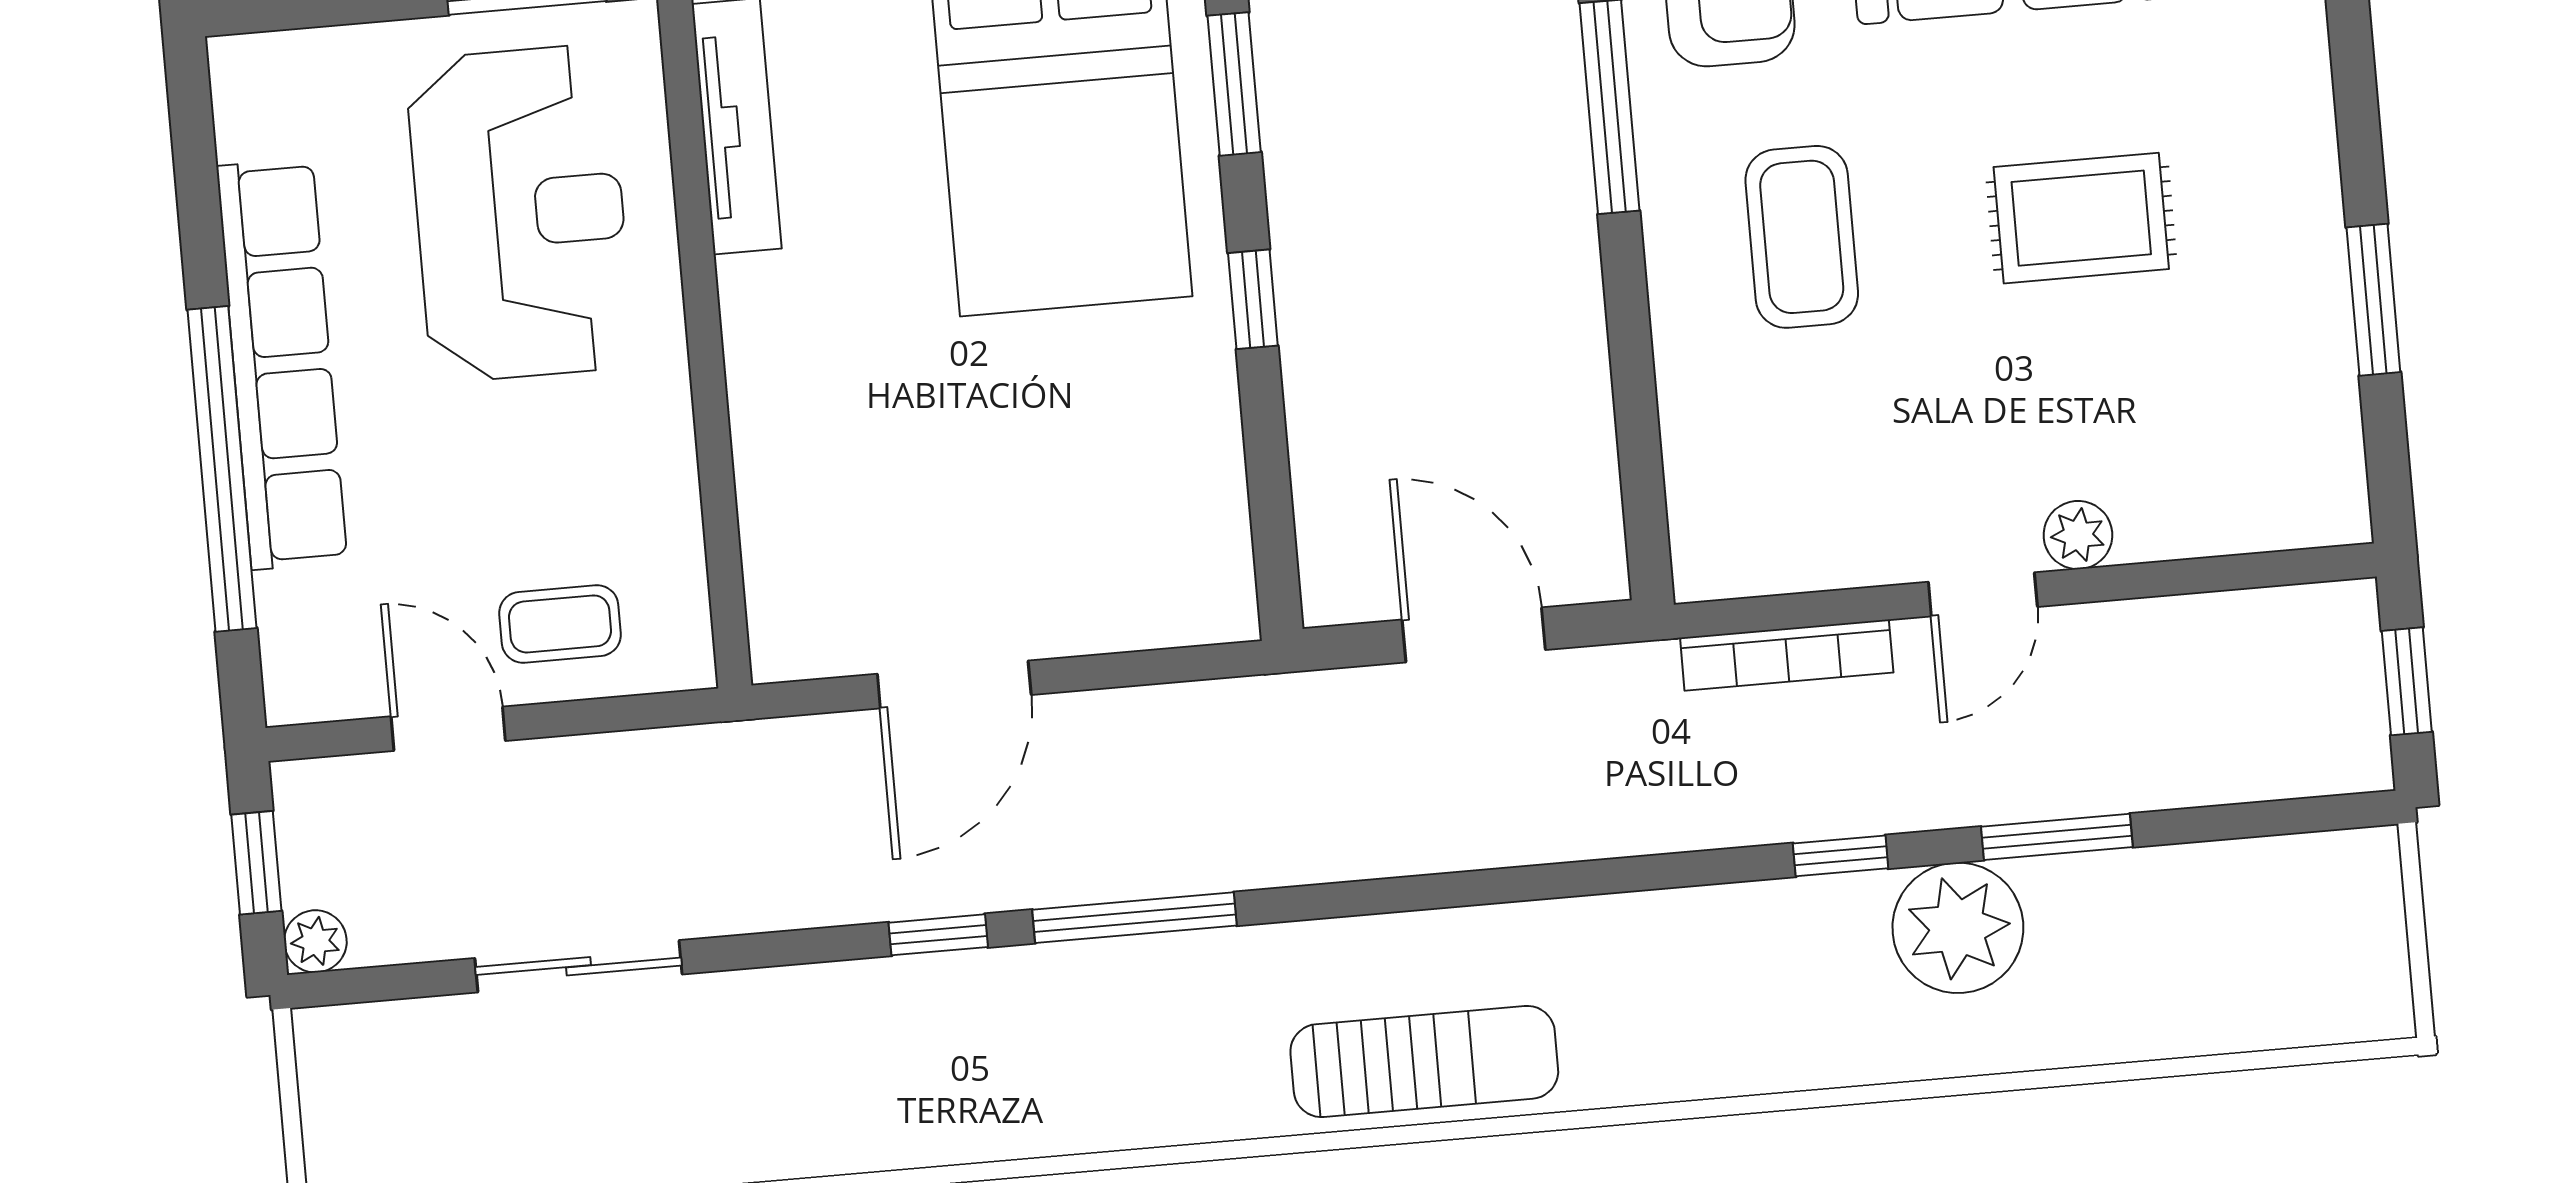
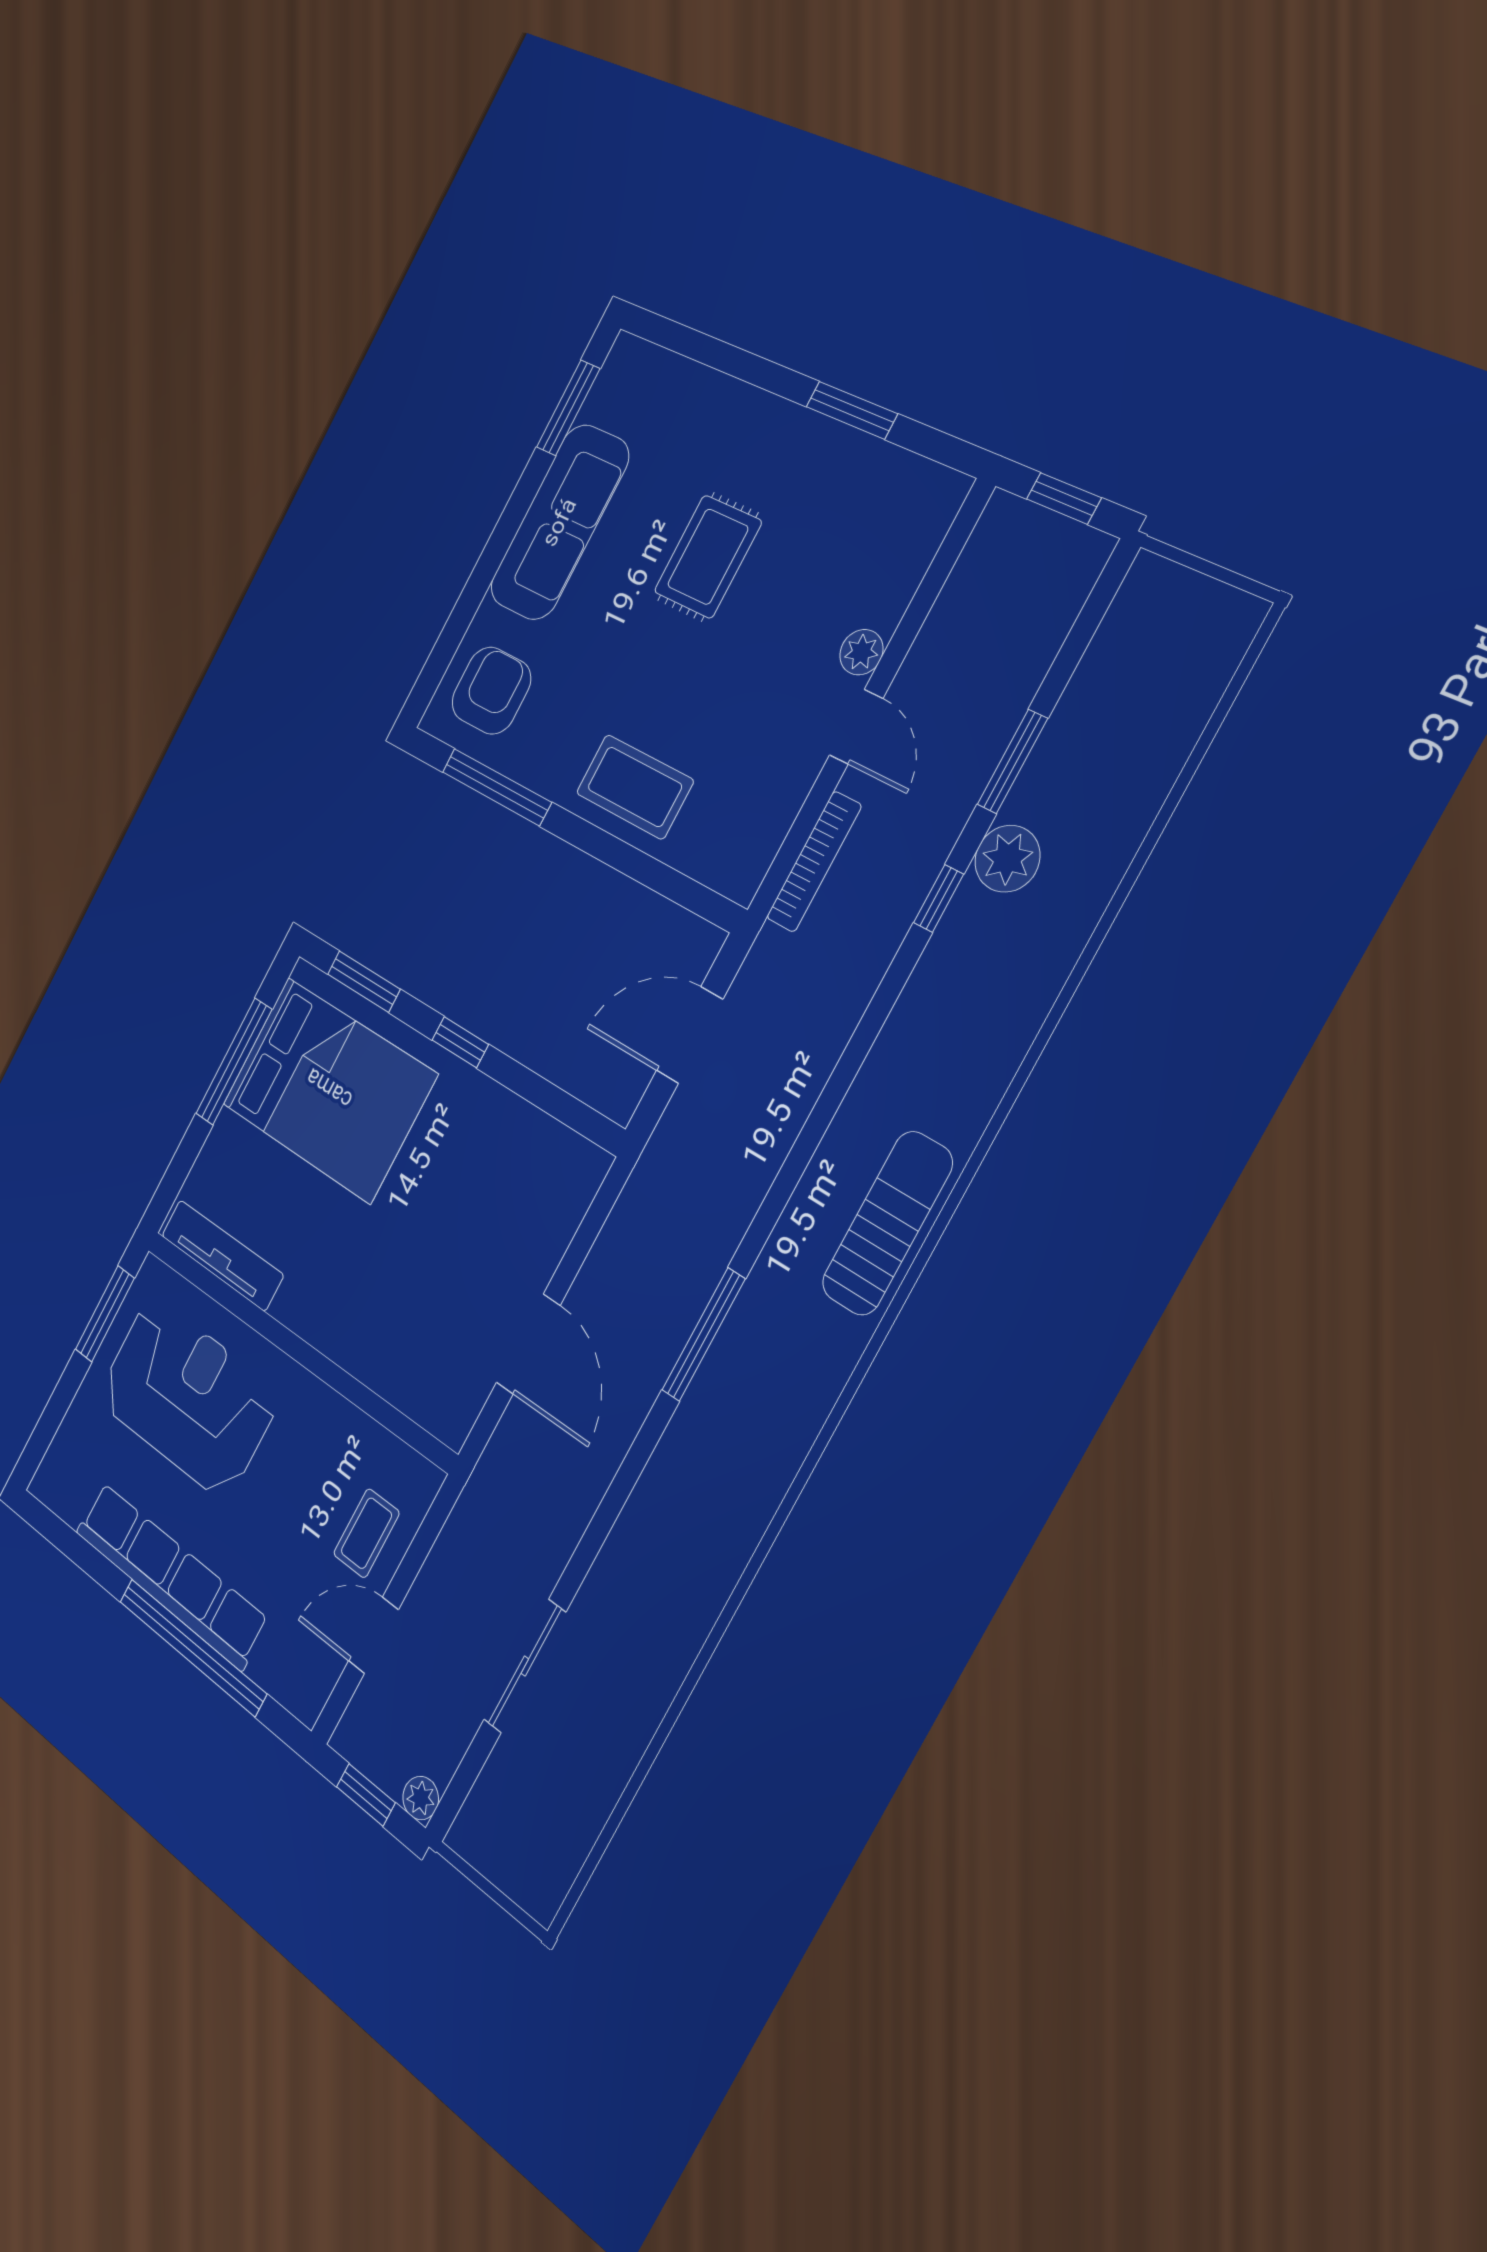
coffee table: (1802, 237) -> (635, 787), moved
plant: (1958, 928) -> (1007, 859), width x0.73, depth x0.73
window: (938, 935) -> (640, 1453), removed

